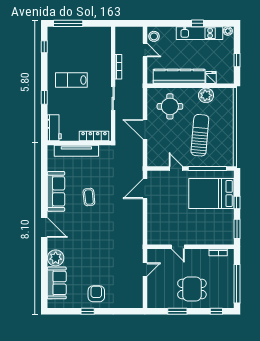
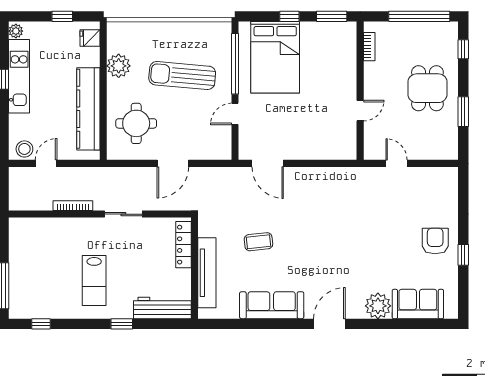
fridge: (211, 77) -> (90, 38), moved
workbench: (54, 128) -> (162, 308), width x1.38
coffee table: (89, 197) -> (258, 242), moved
armchair: (96, 294) -> (435, 241), turned 90

